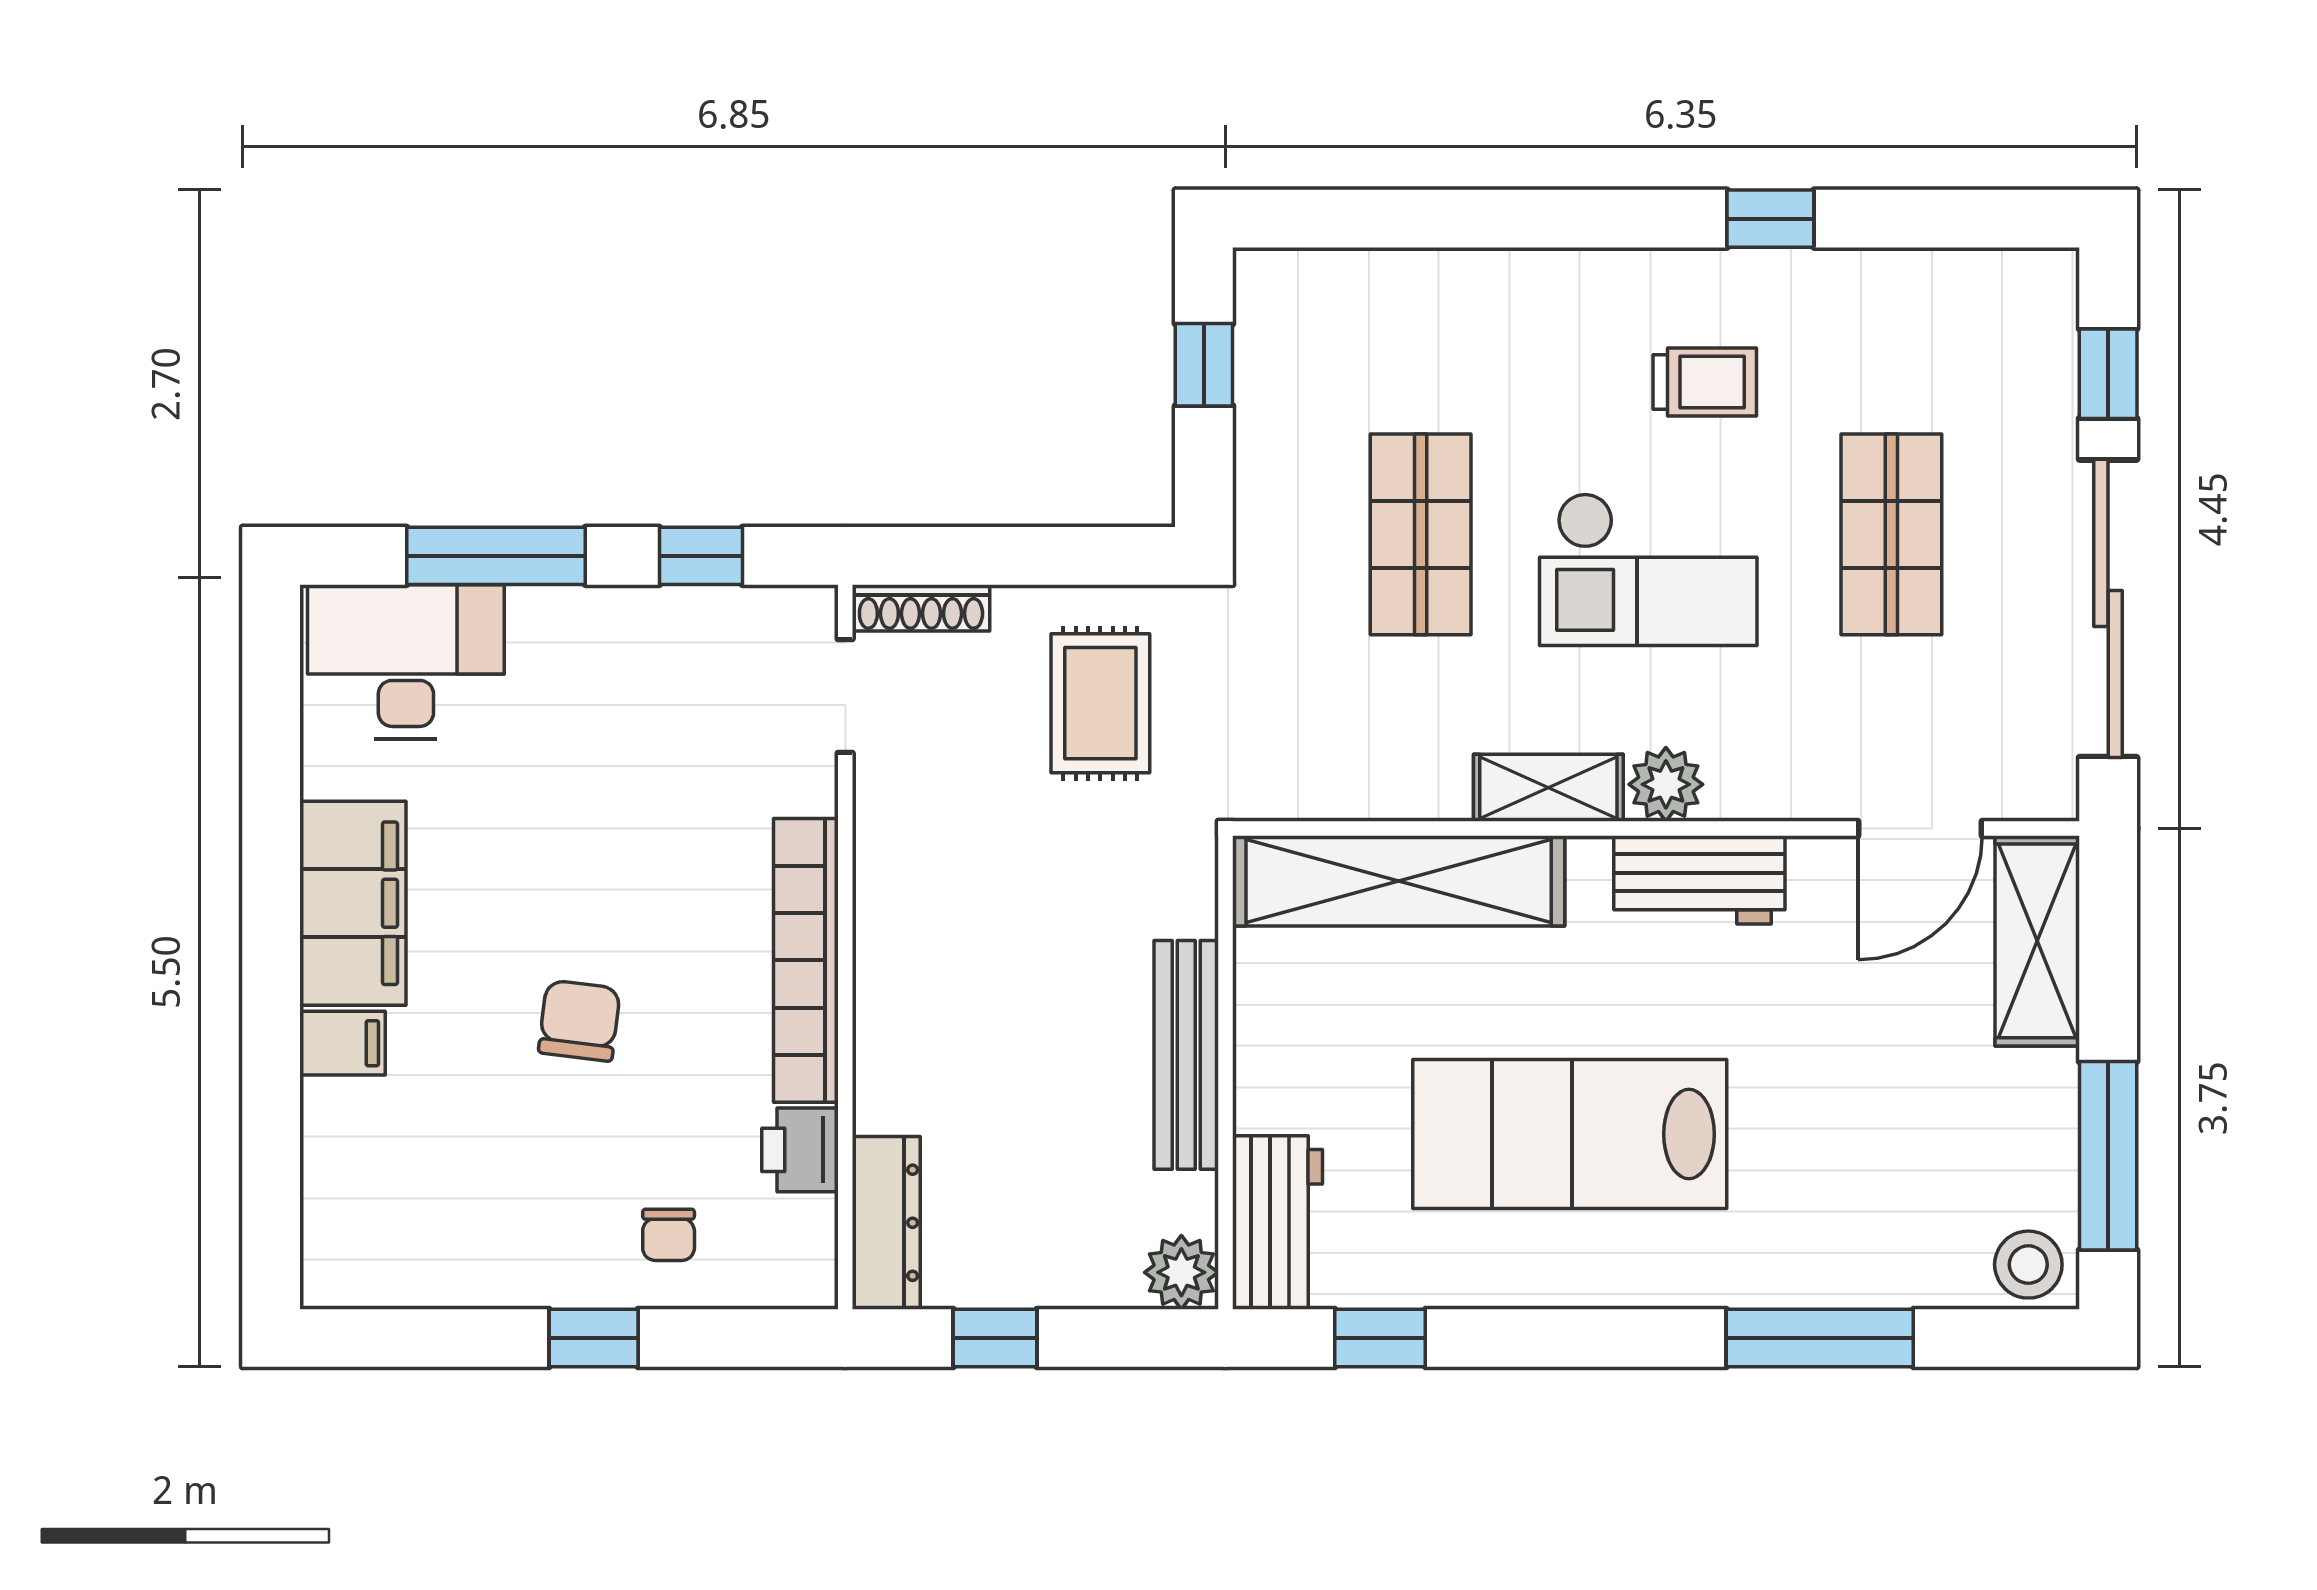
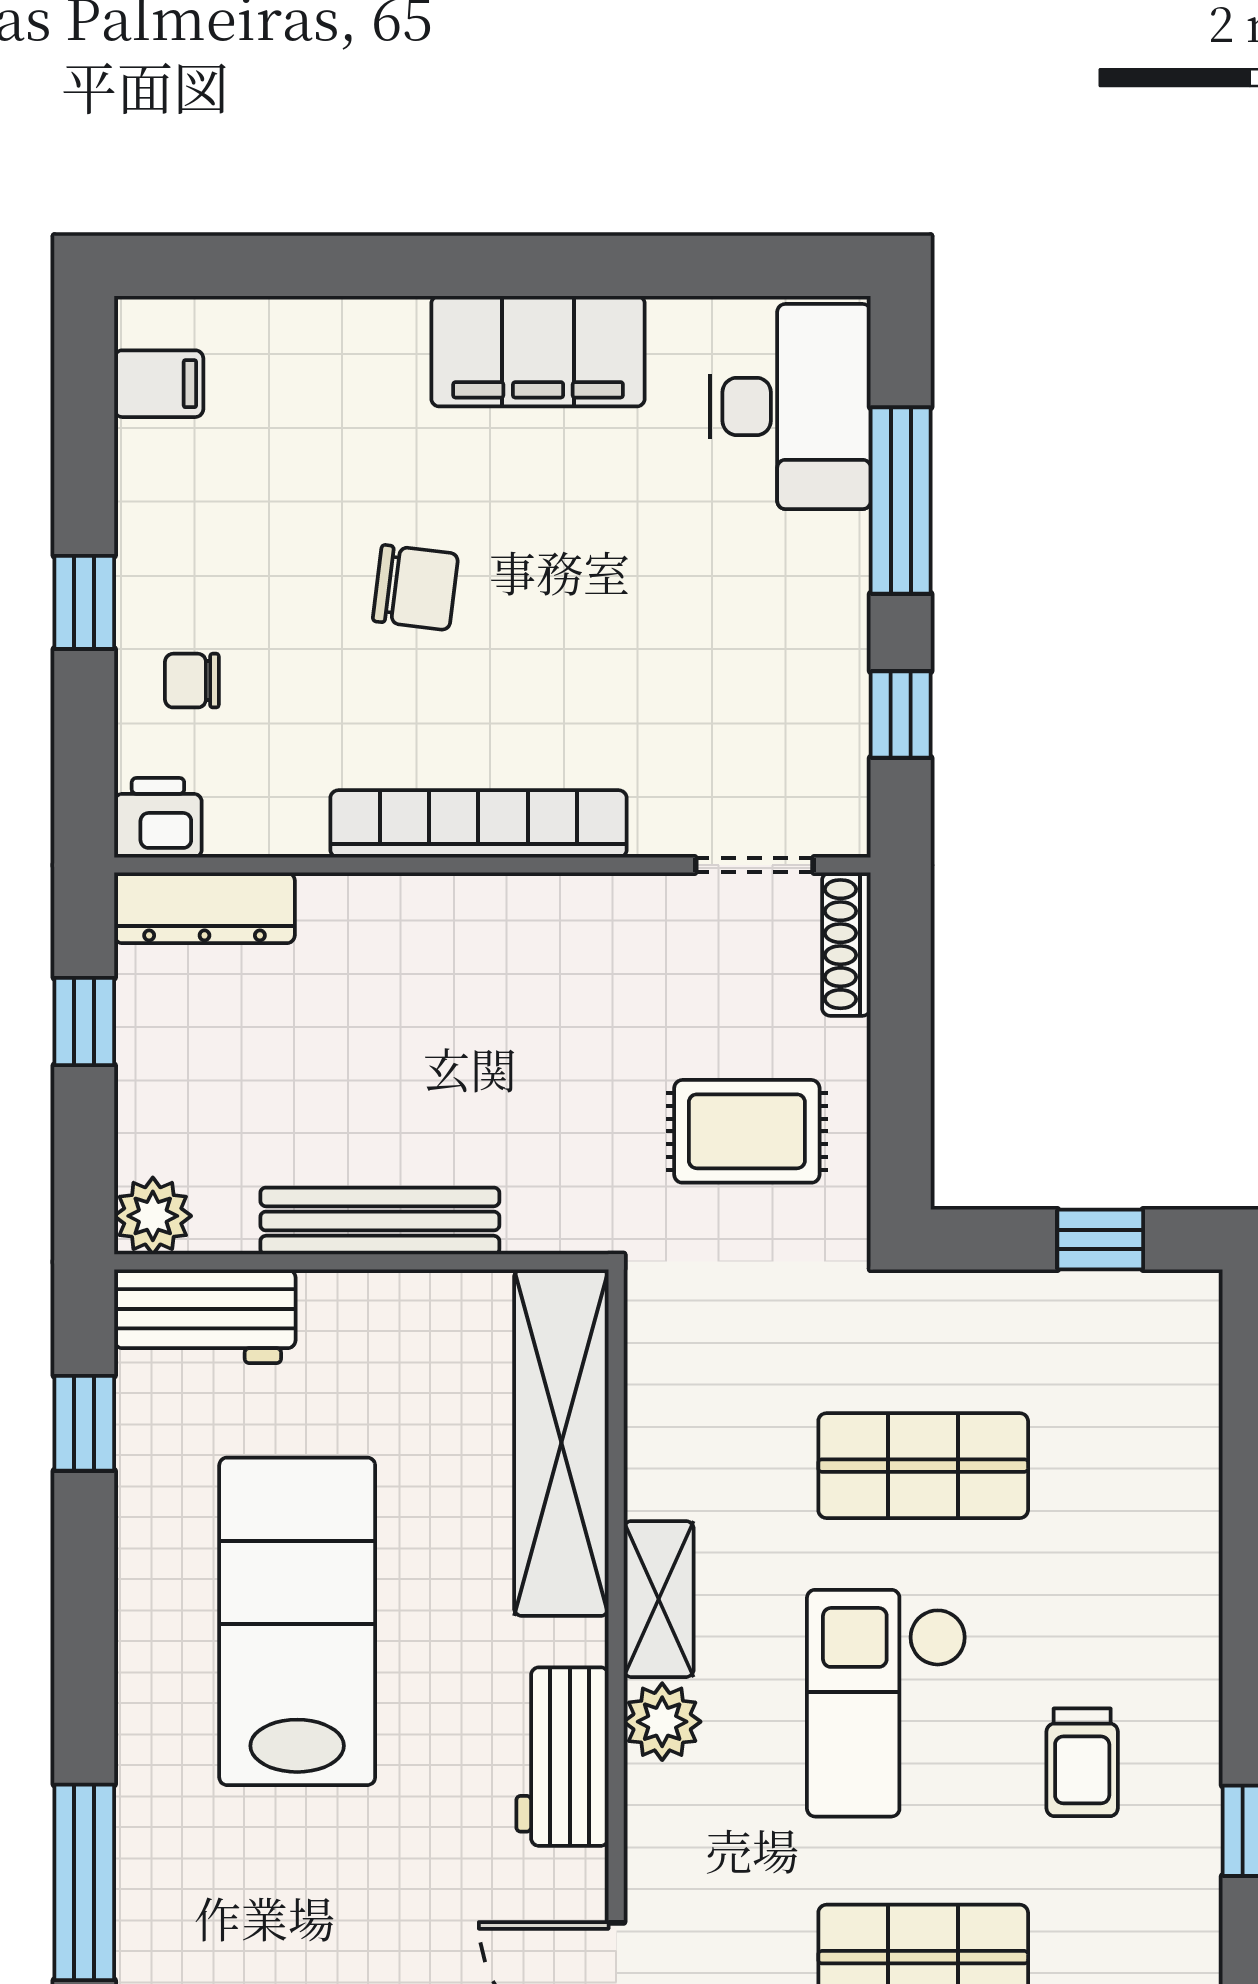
filing cabinet: (343, 1043) -> (159, 384), moved, turned -90
printer: (800, 1150) -> (158, 818), moved

